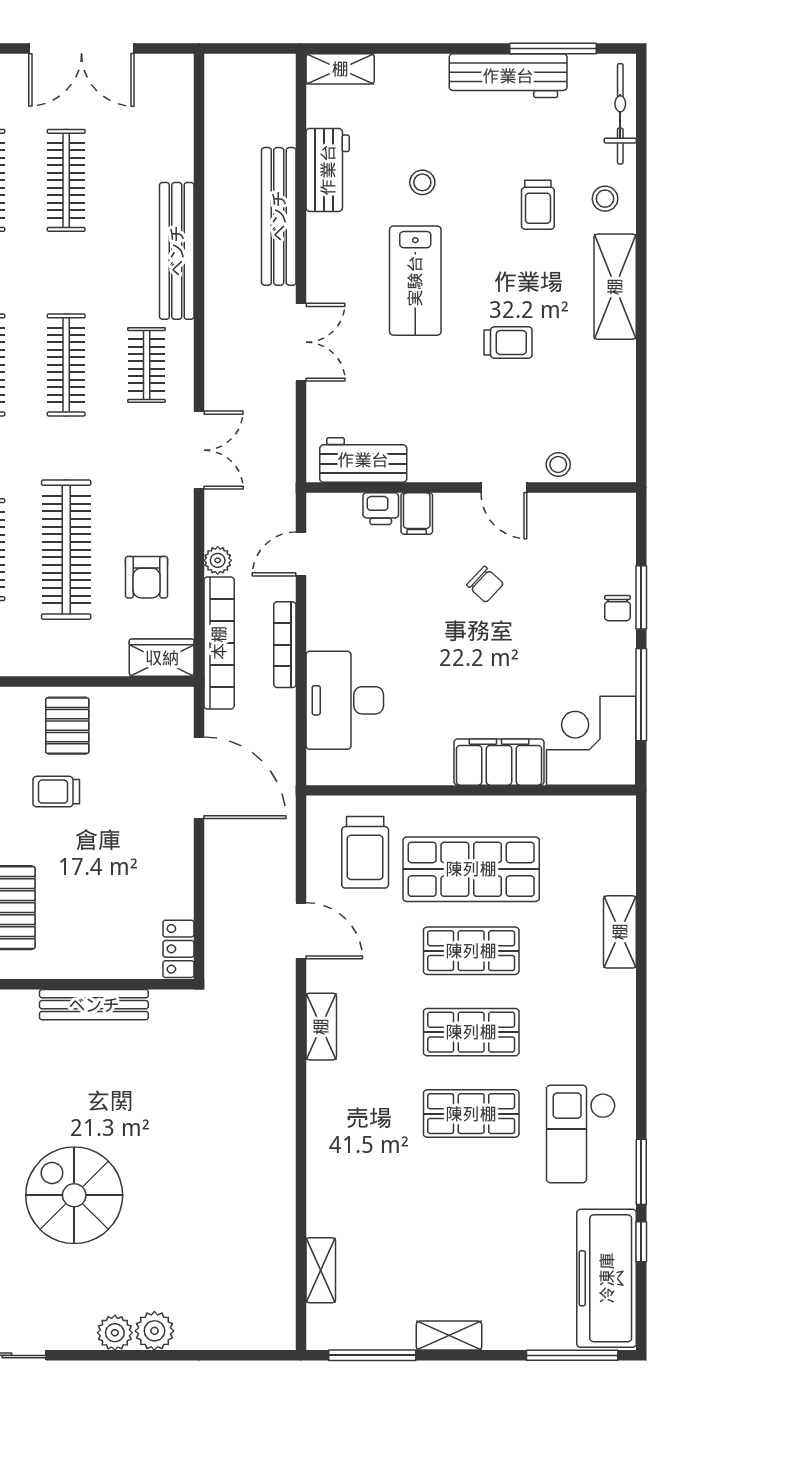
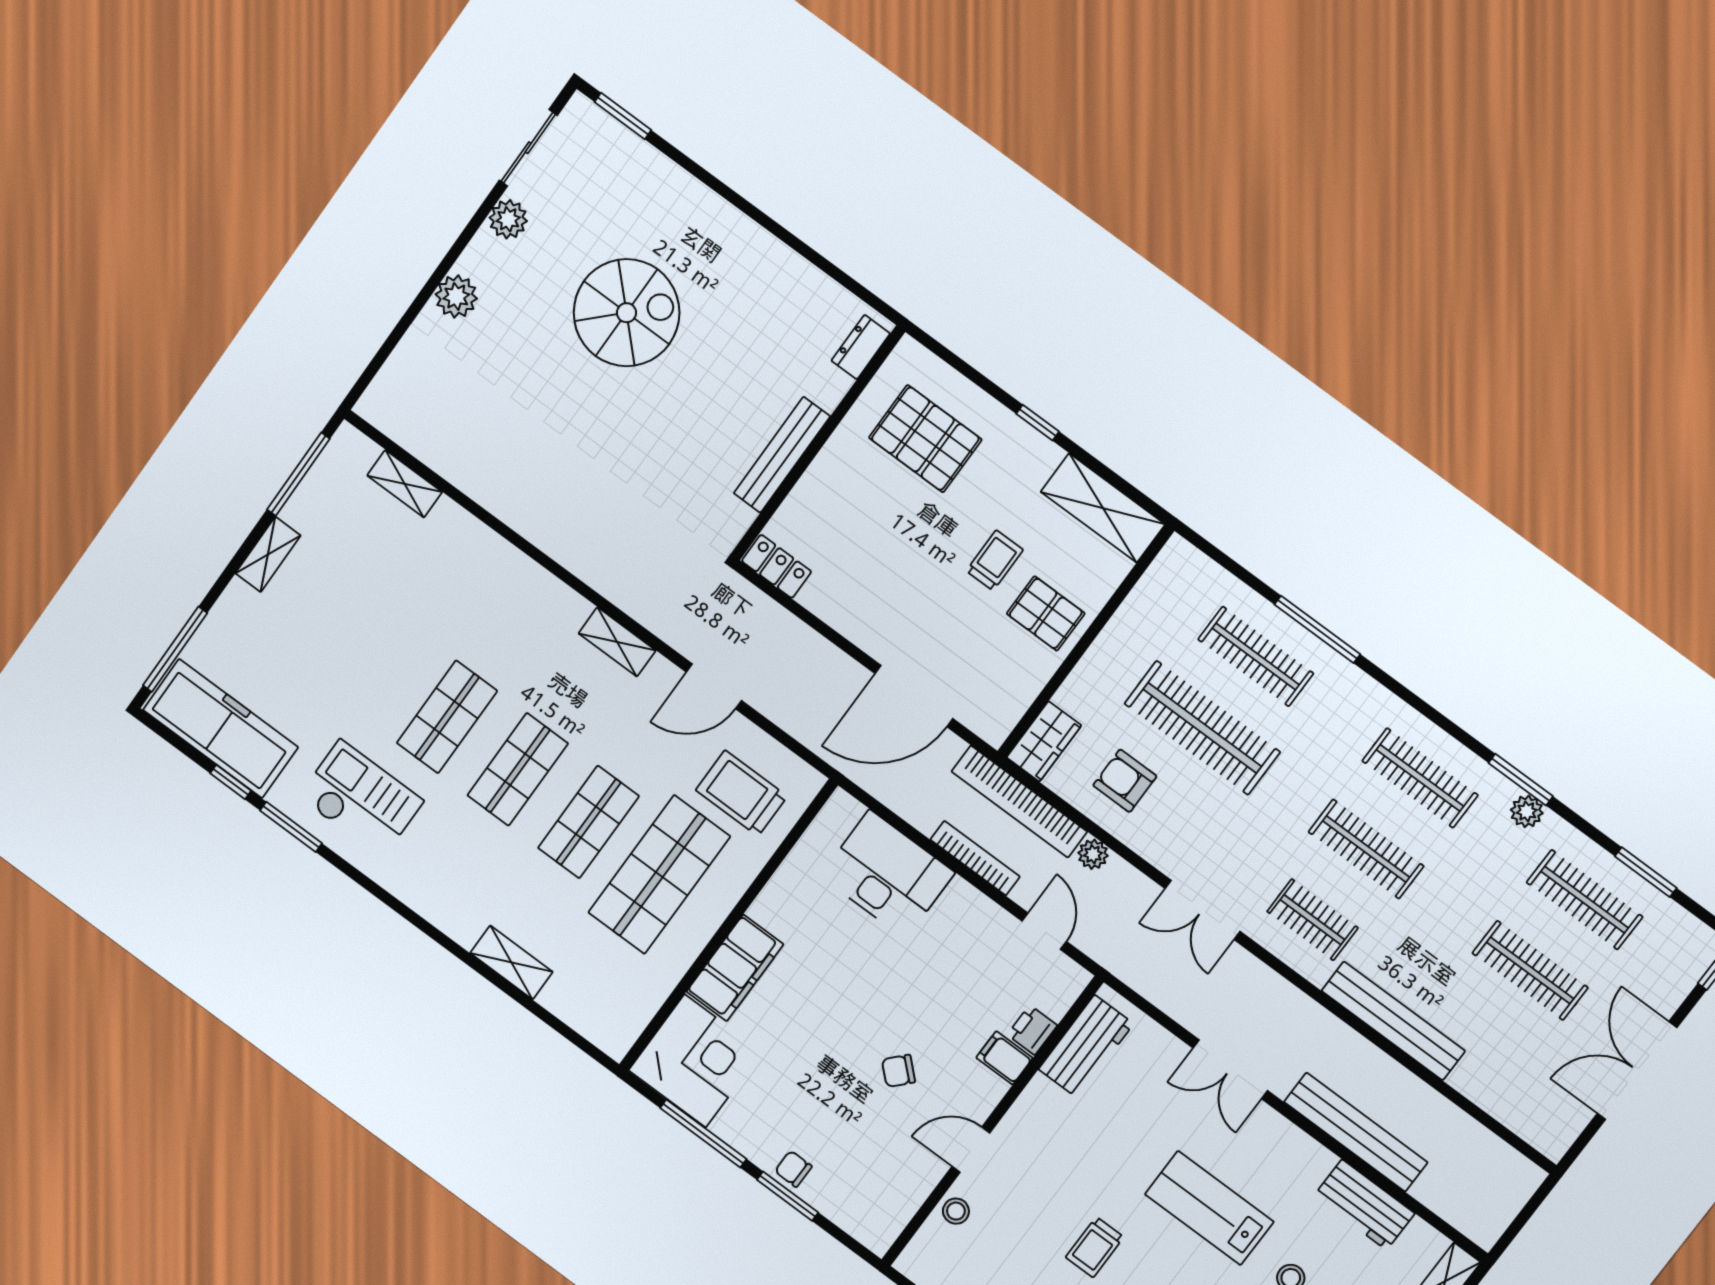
plant: (115, 1333) -> (508, 219), moved

